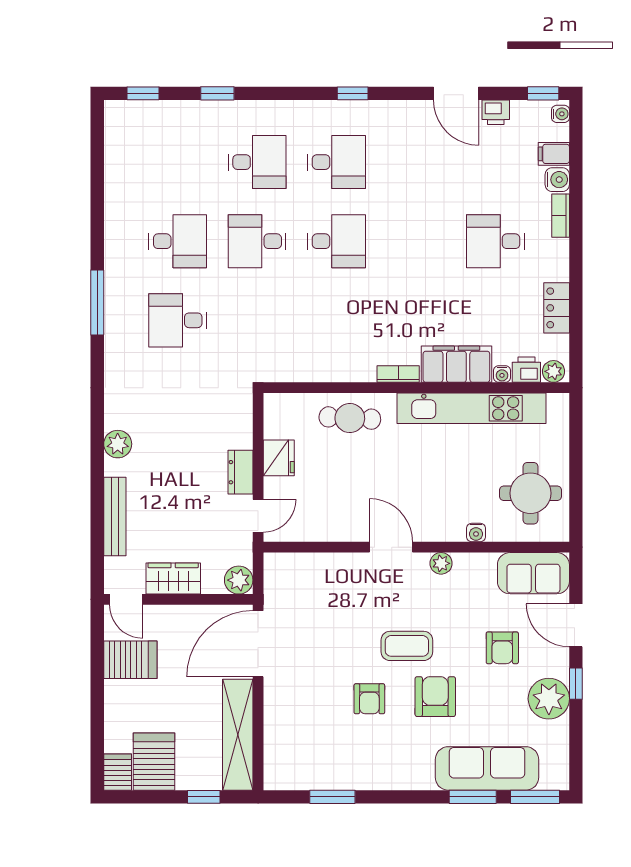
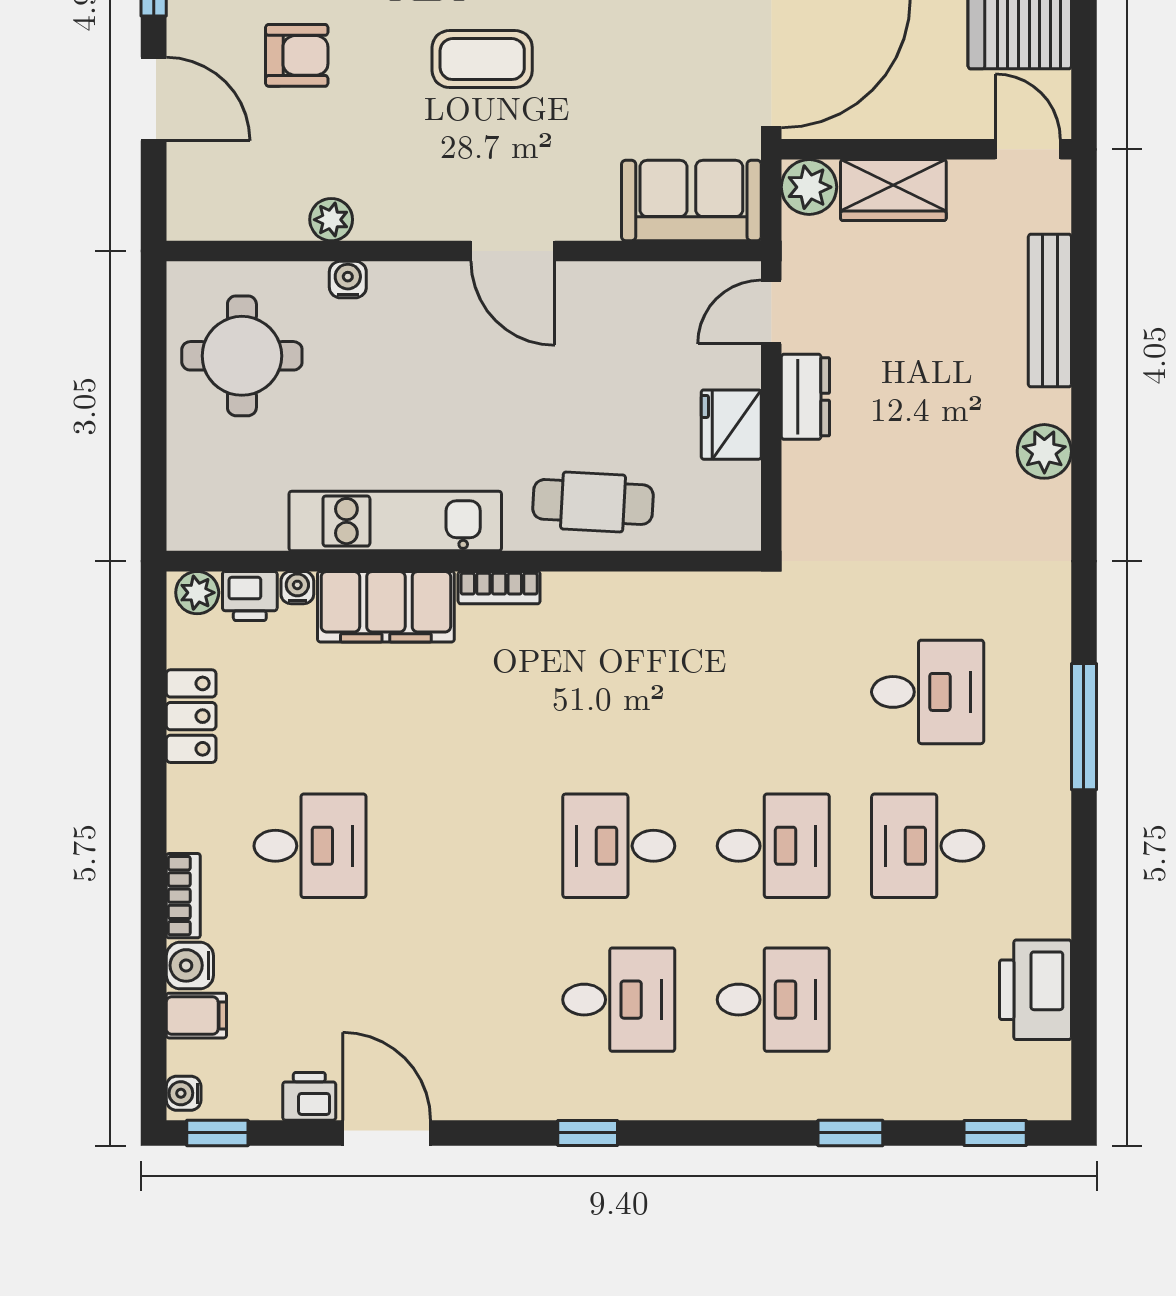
desk: (257, 162) -> (773, 1000), turned 180
desk: (337, 162) -> (619, 1000), turned 180
printer: (122, 167) -> (1035, 990), added
kitchen unit: (471, 408) -> (395, 521), width x0.73
plant: (441, 563) -> (331, 220), moved
sofa: (533, 573) -> (691, 201), moved
wardrobe: (173, 579) -> (893, 190), moved
armchair: (502, 648) -> (297, 55), turned 90

